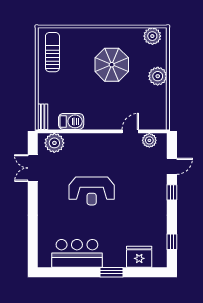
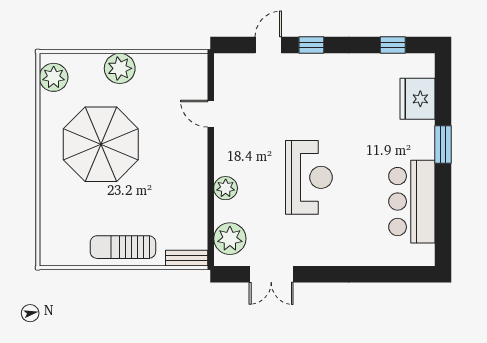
sun lounger: (52, 52) -> (123, 247), moved
parasol: (112, 65) -> (101, 144), width x1.36, depth x1.36
barbecue: (71, 121) -> (194, 211), removed
plant: (149, 140) -> (226, 188), moved
door: (172, 166) -> (268, 45), hinge flipped

